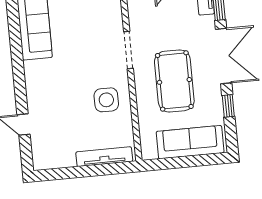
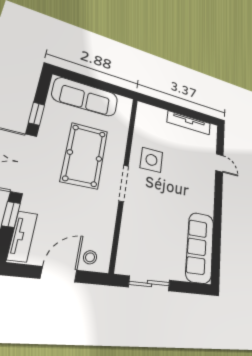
doorway: (128, 50) -> (124, 183), moved
tv unit: (104, 157) -> (189, 123), moved

